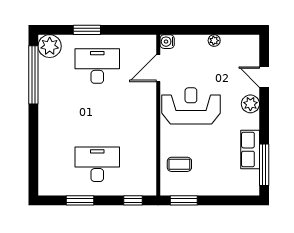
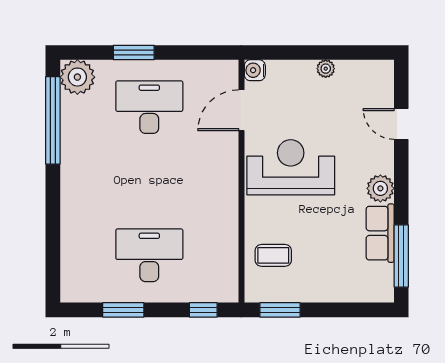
plant: (250, 104) -> (380, 188), moved

